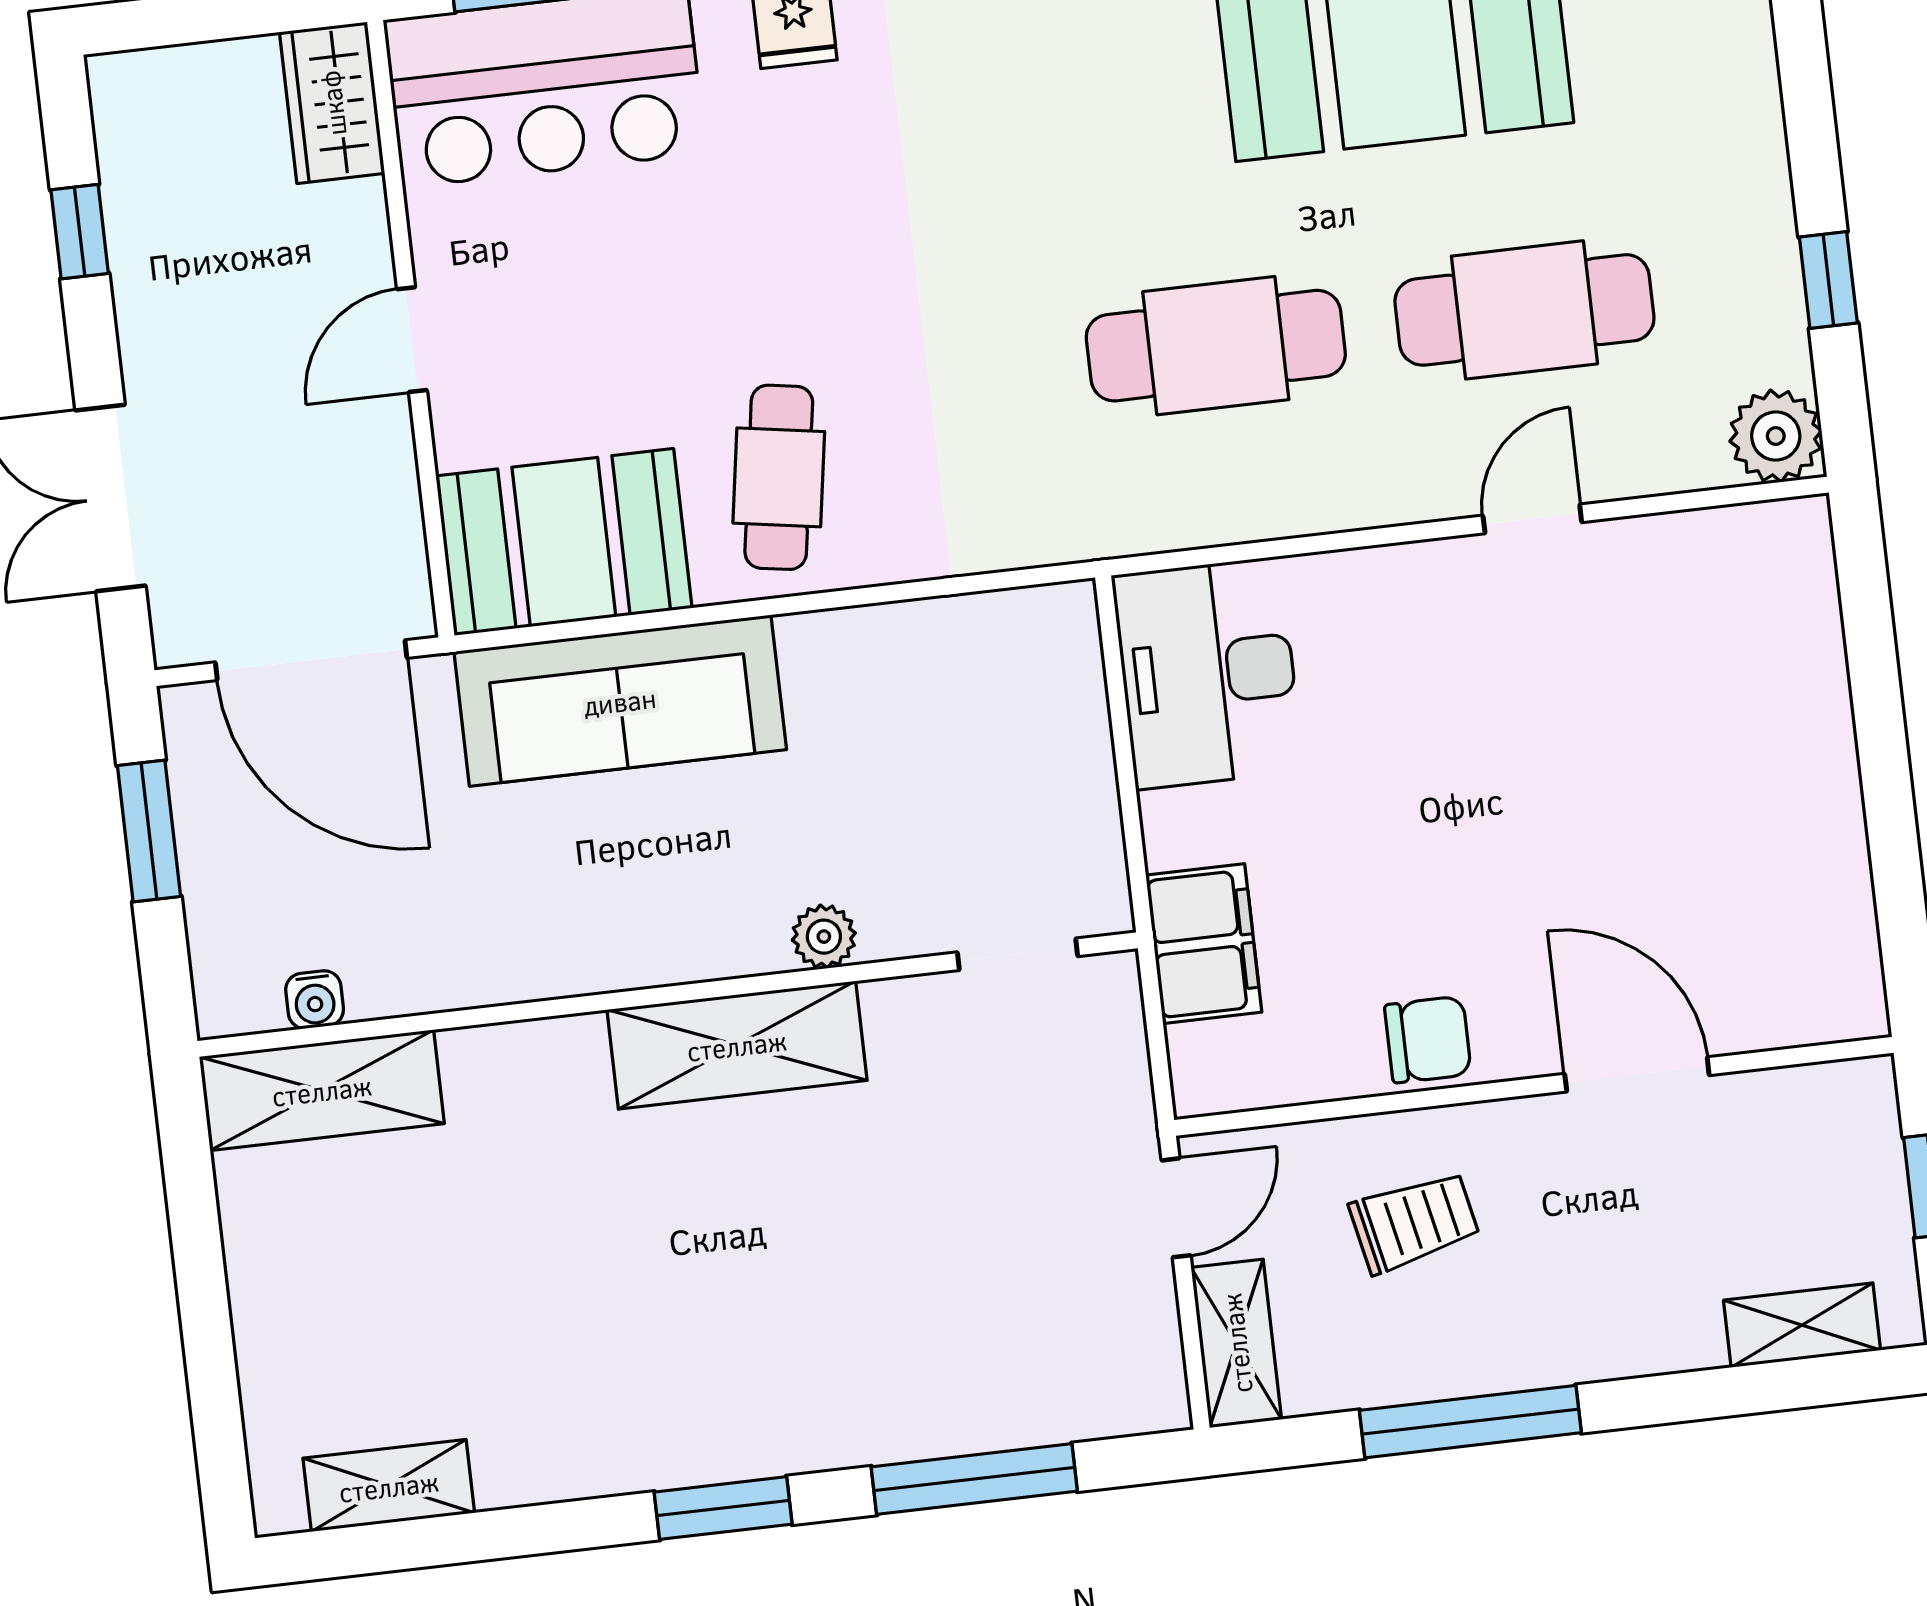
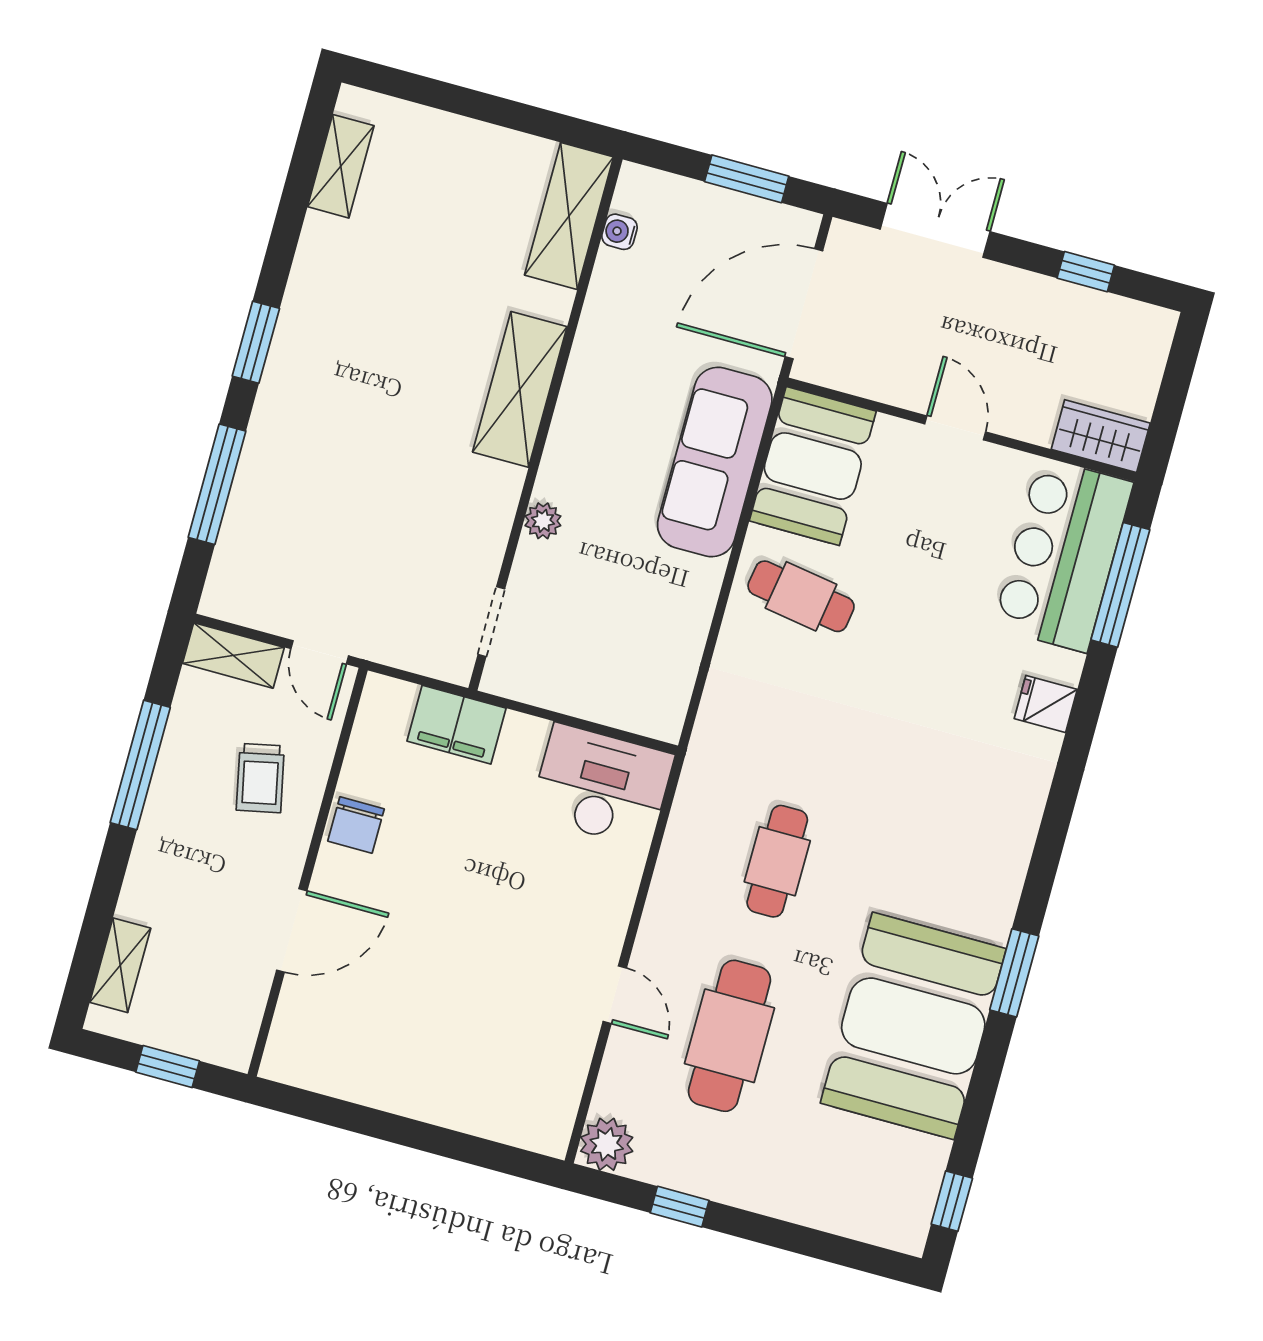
cafe table: (1216, 346) -> (777, 861), width x0.73, depth x0.74
shelving: (737, 1045) -> (520, 389), moved

